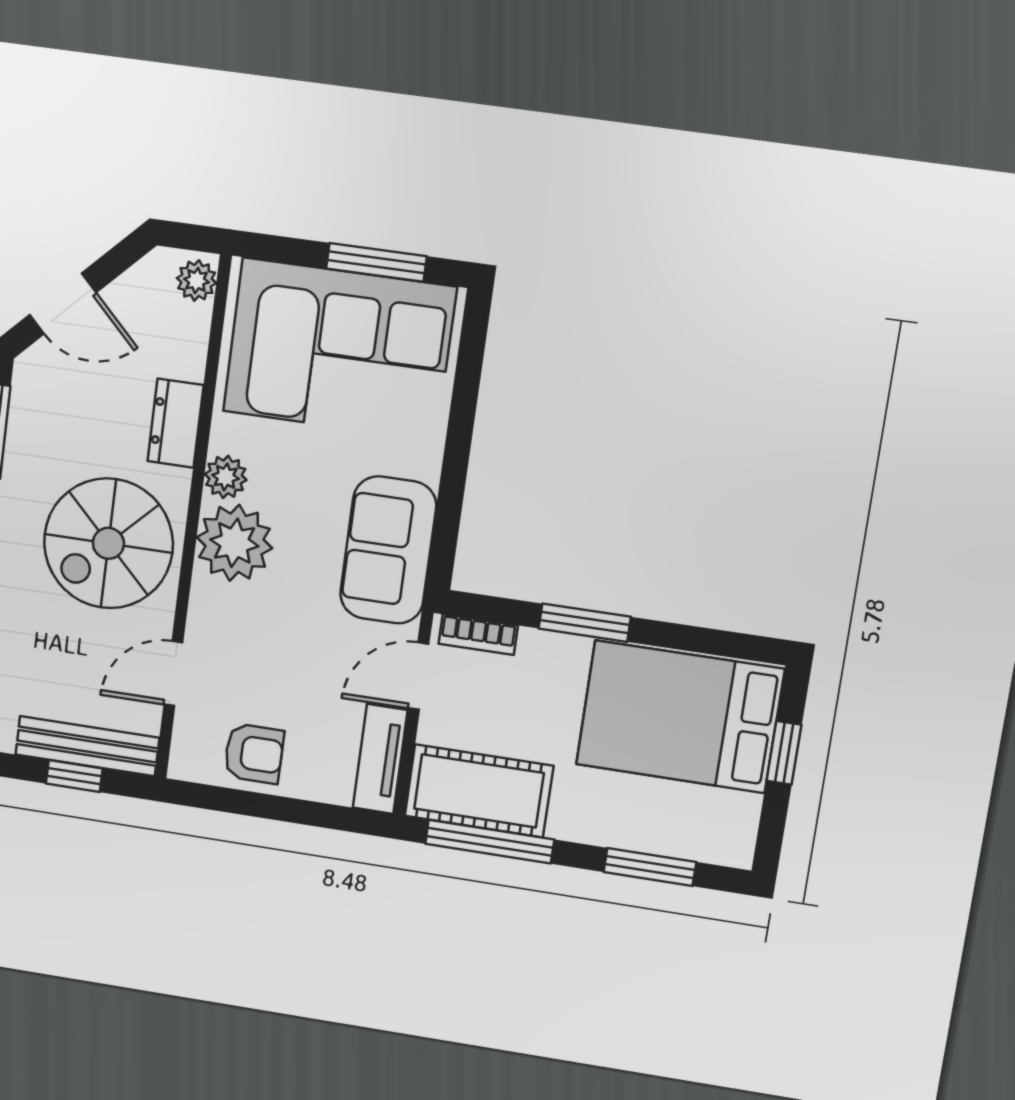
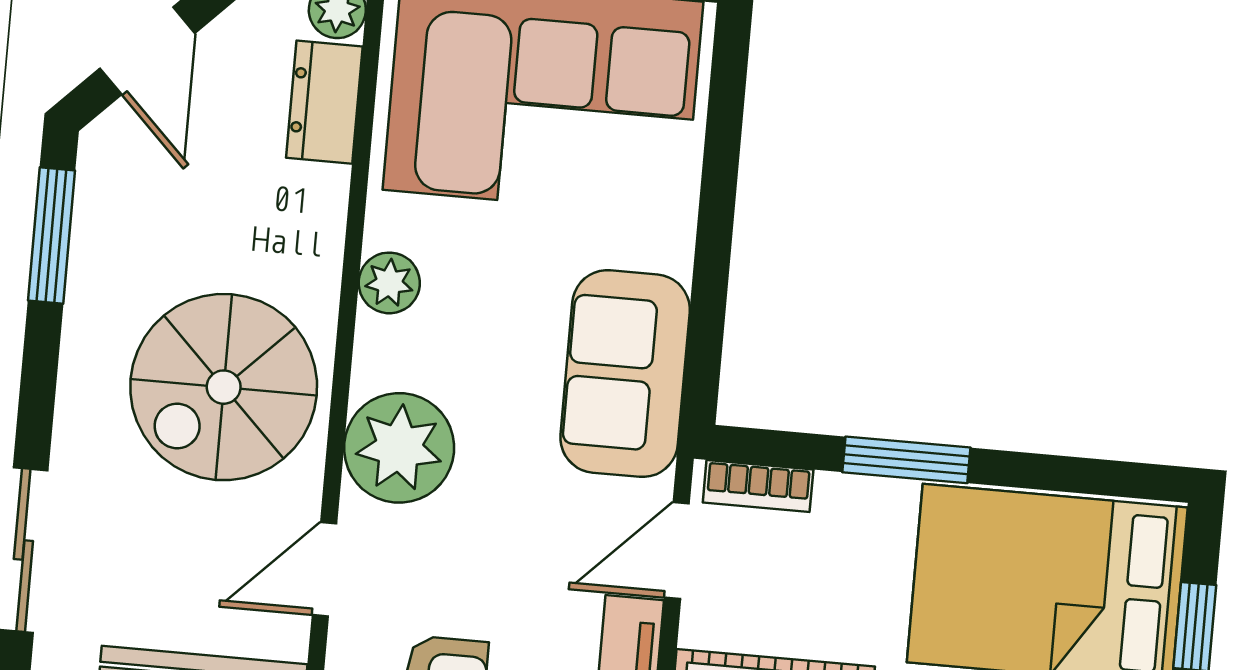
door: (63, 304) -> (147, 51), hinge flipped
dresser: (175, 423) -> (324, 102), moved
plant: (234, 543) -> (399, 448), moved

